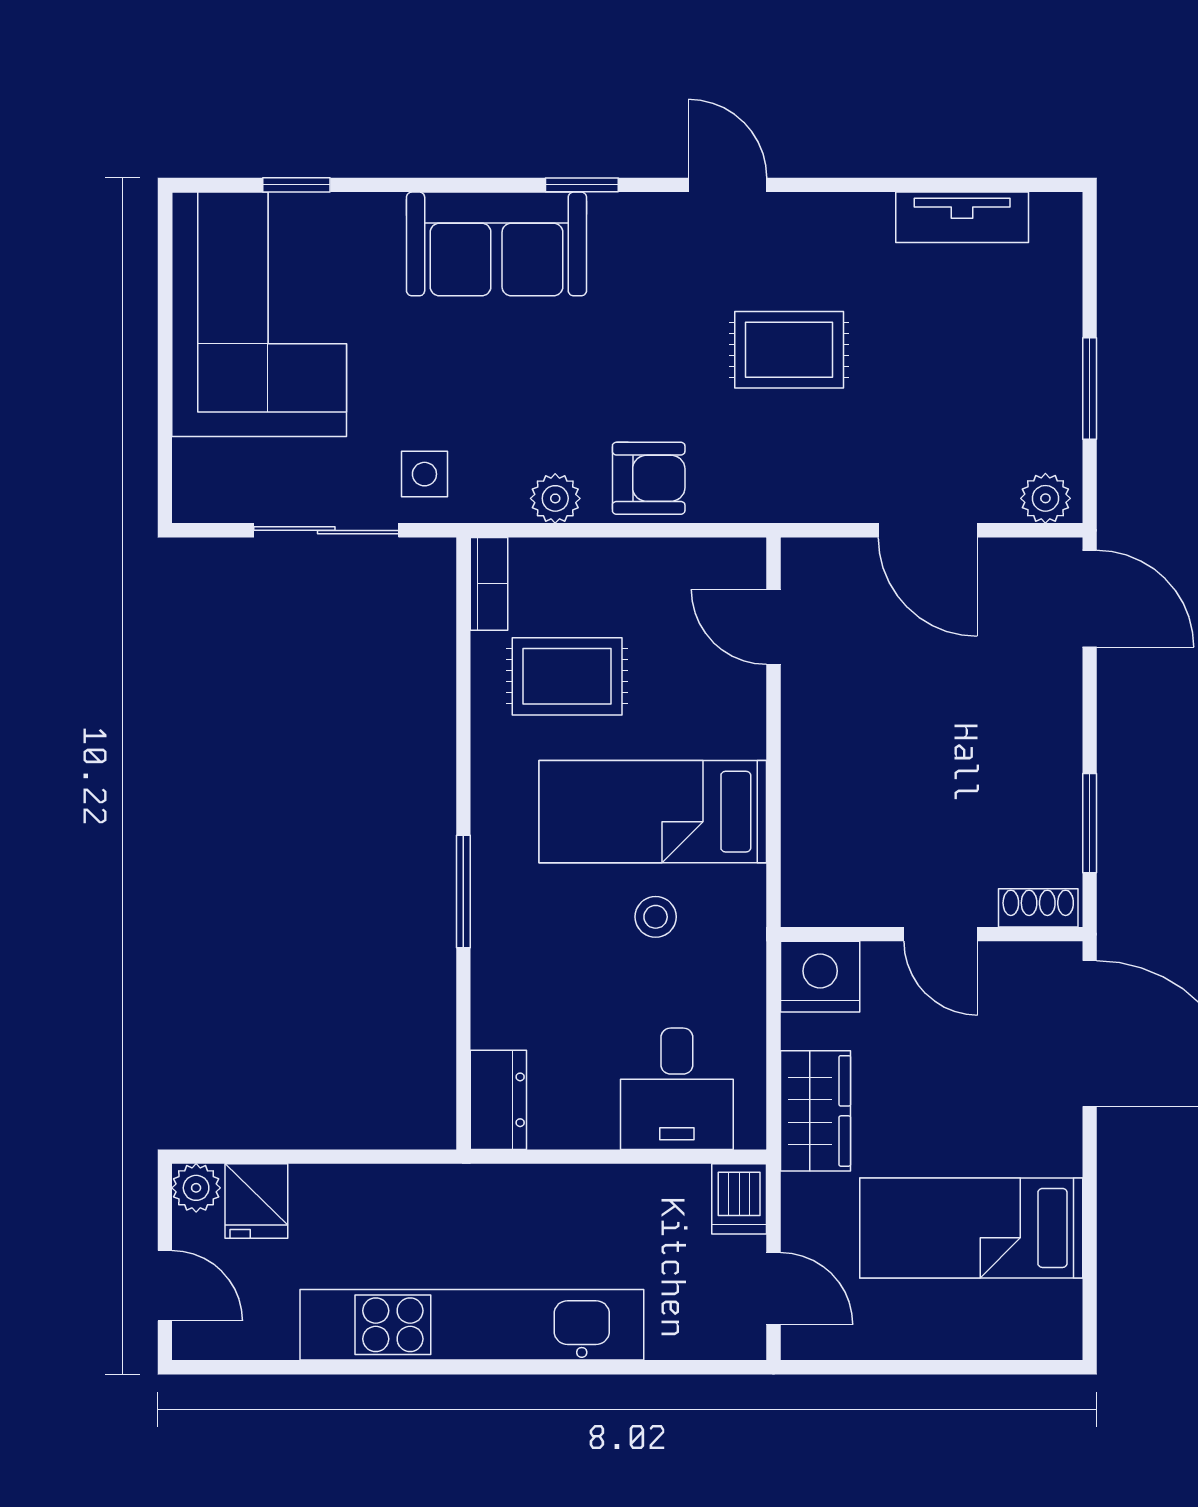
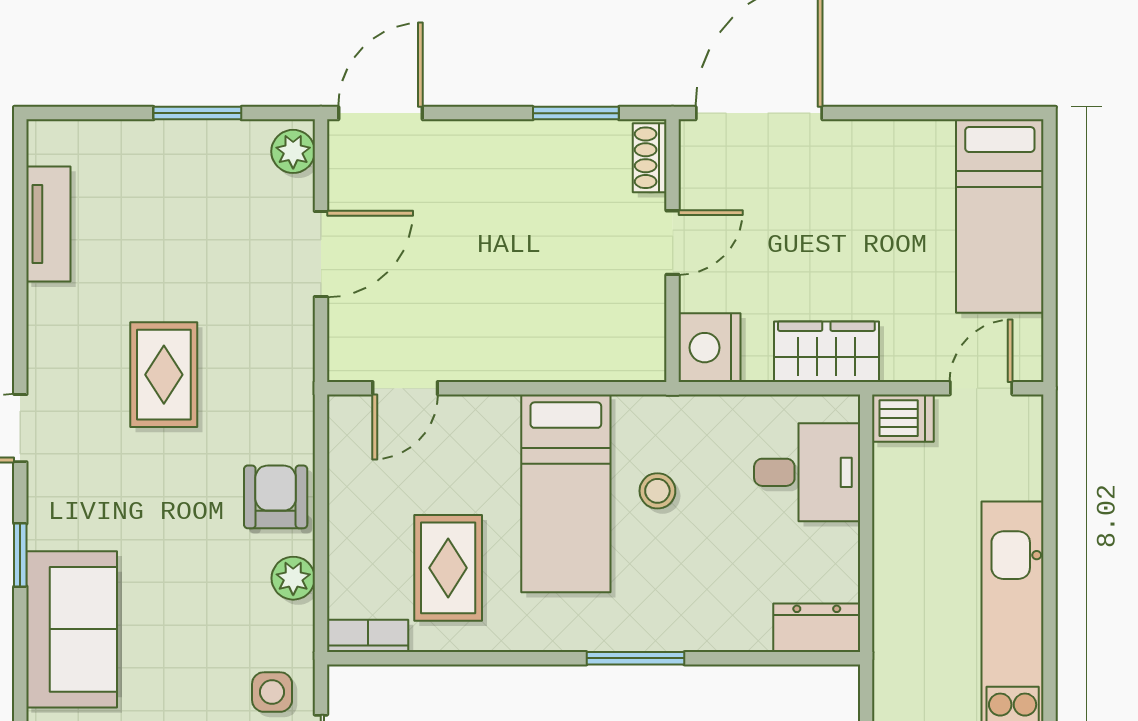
bed: (971, 1228) -> (1000, 216), moved

